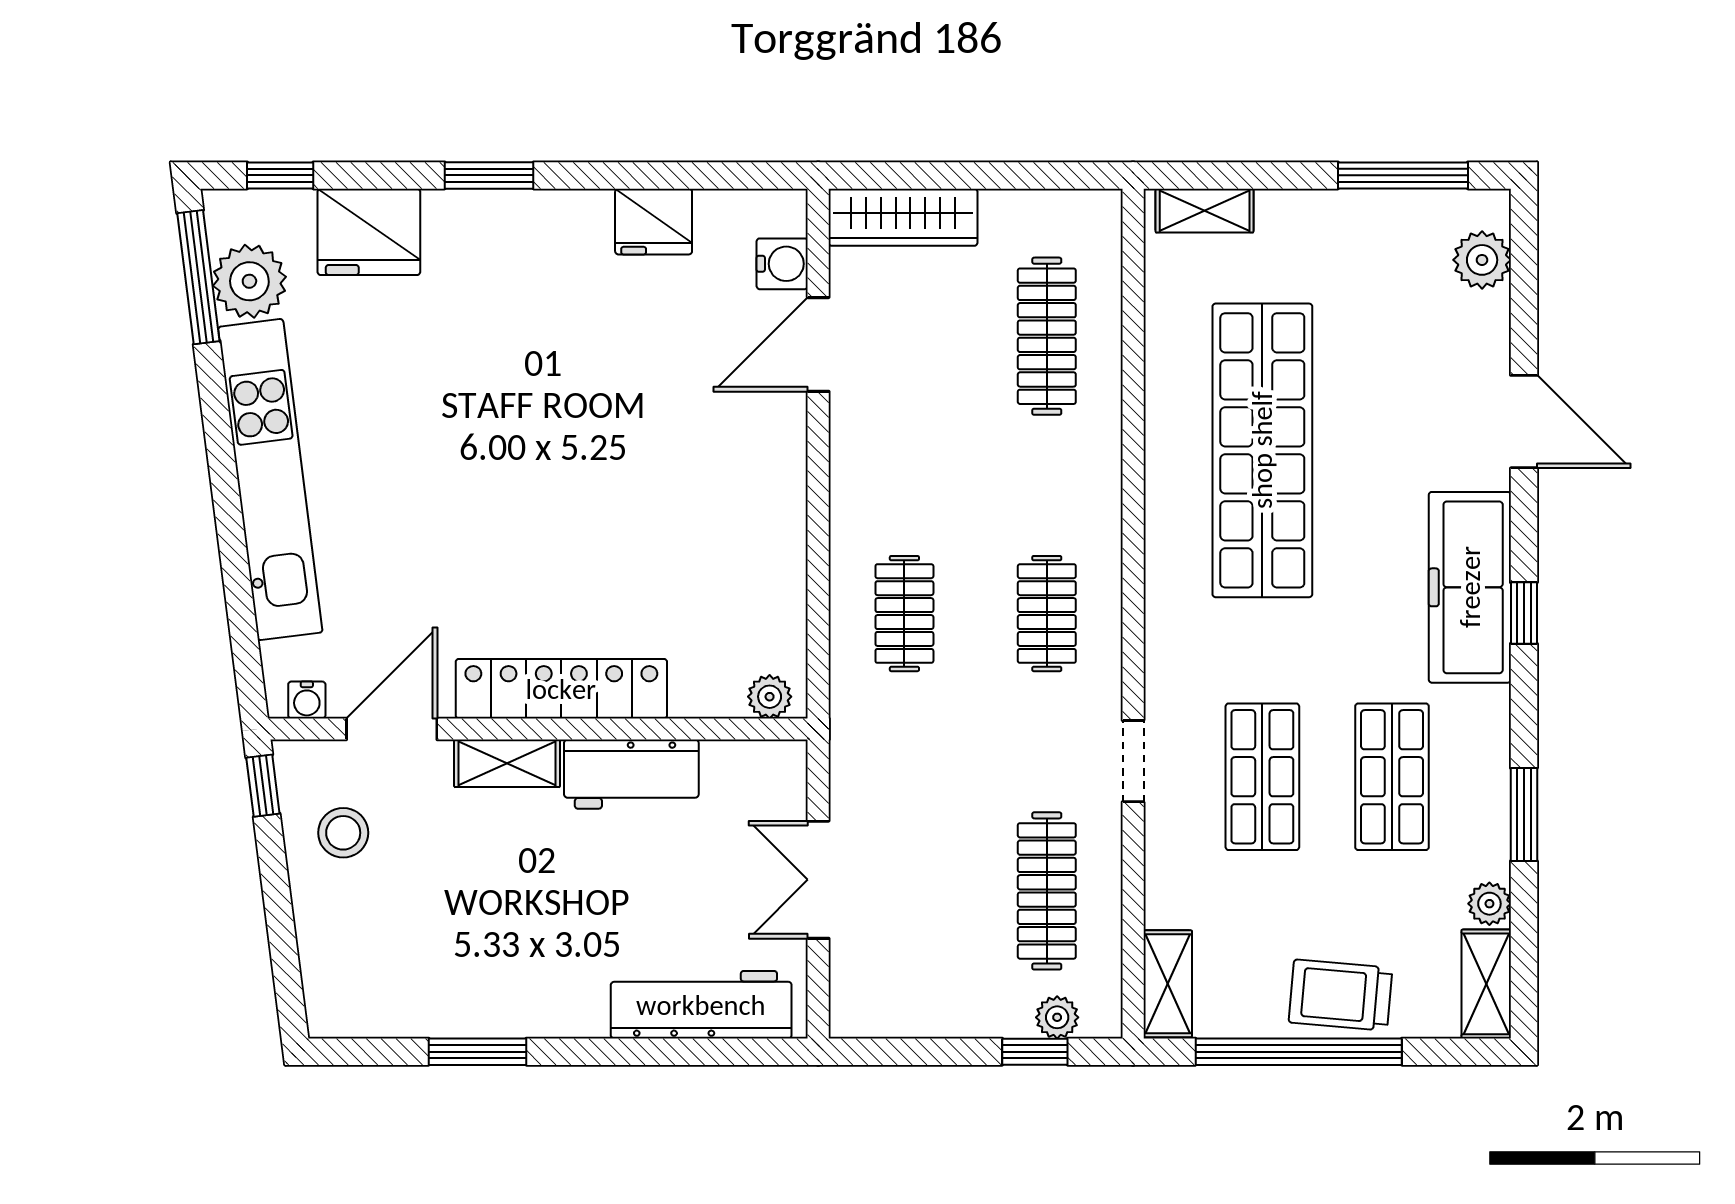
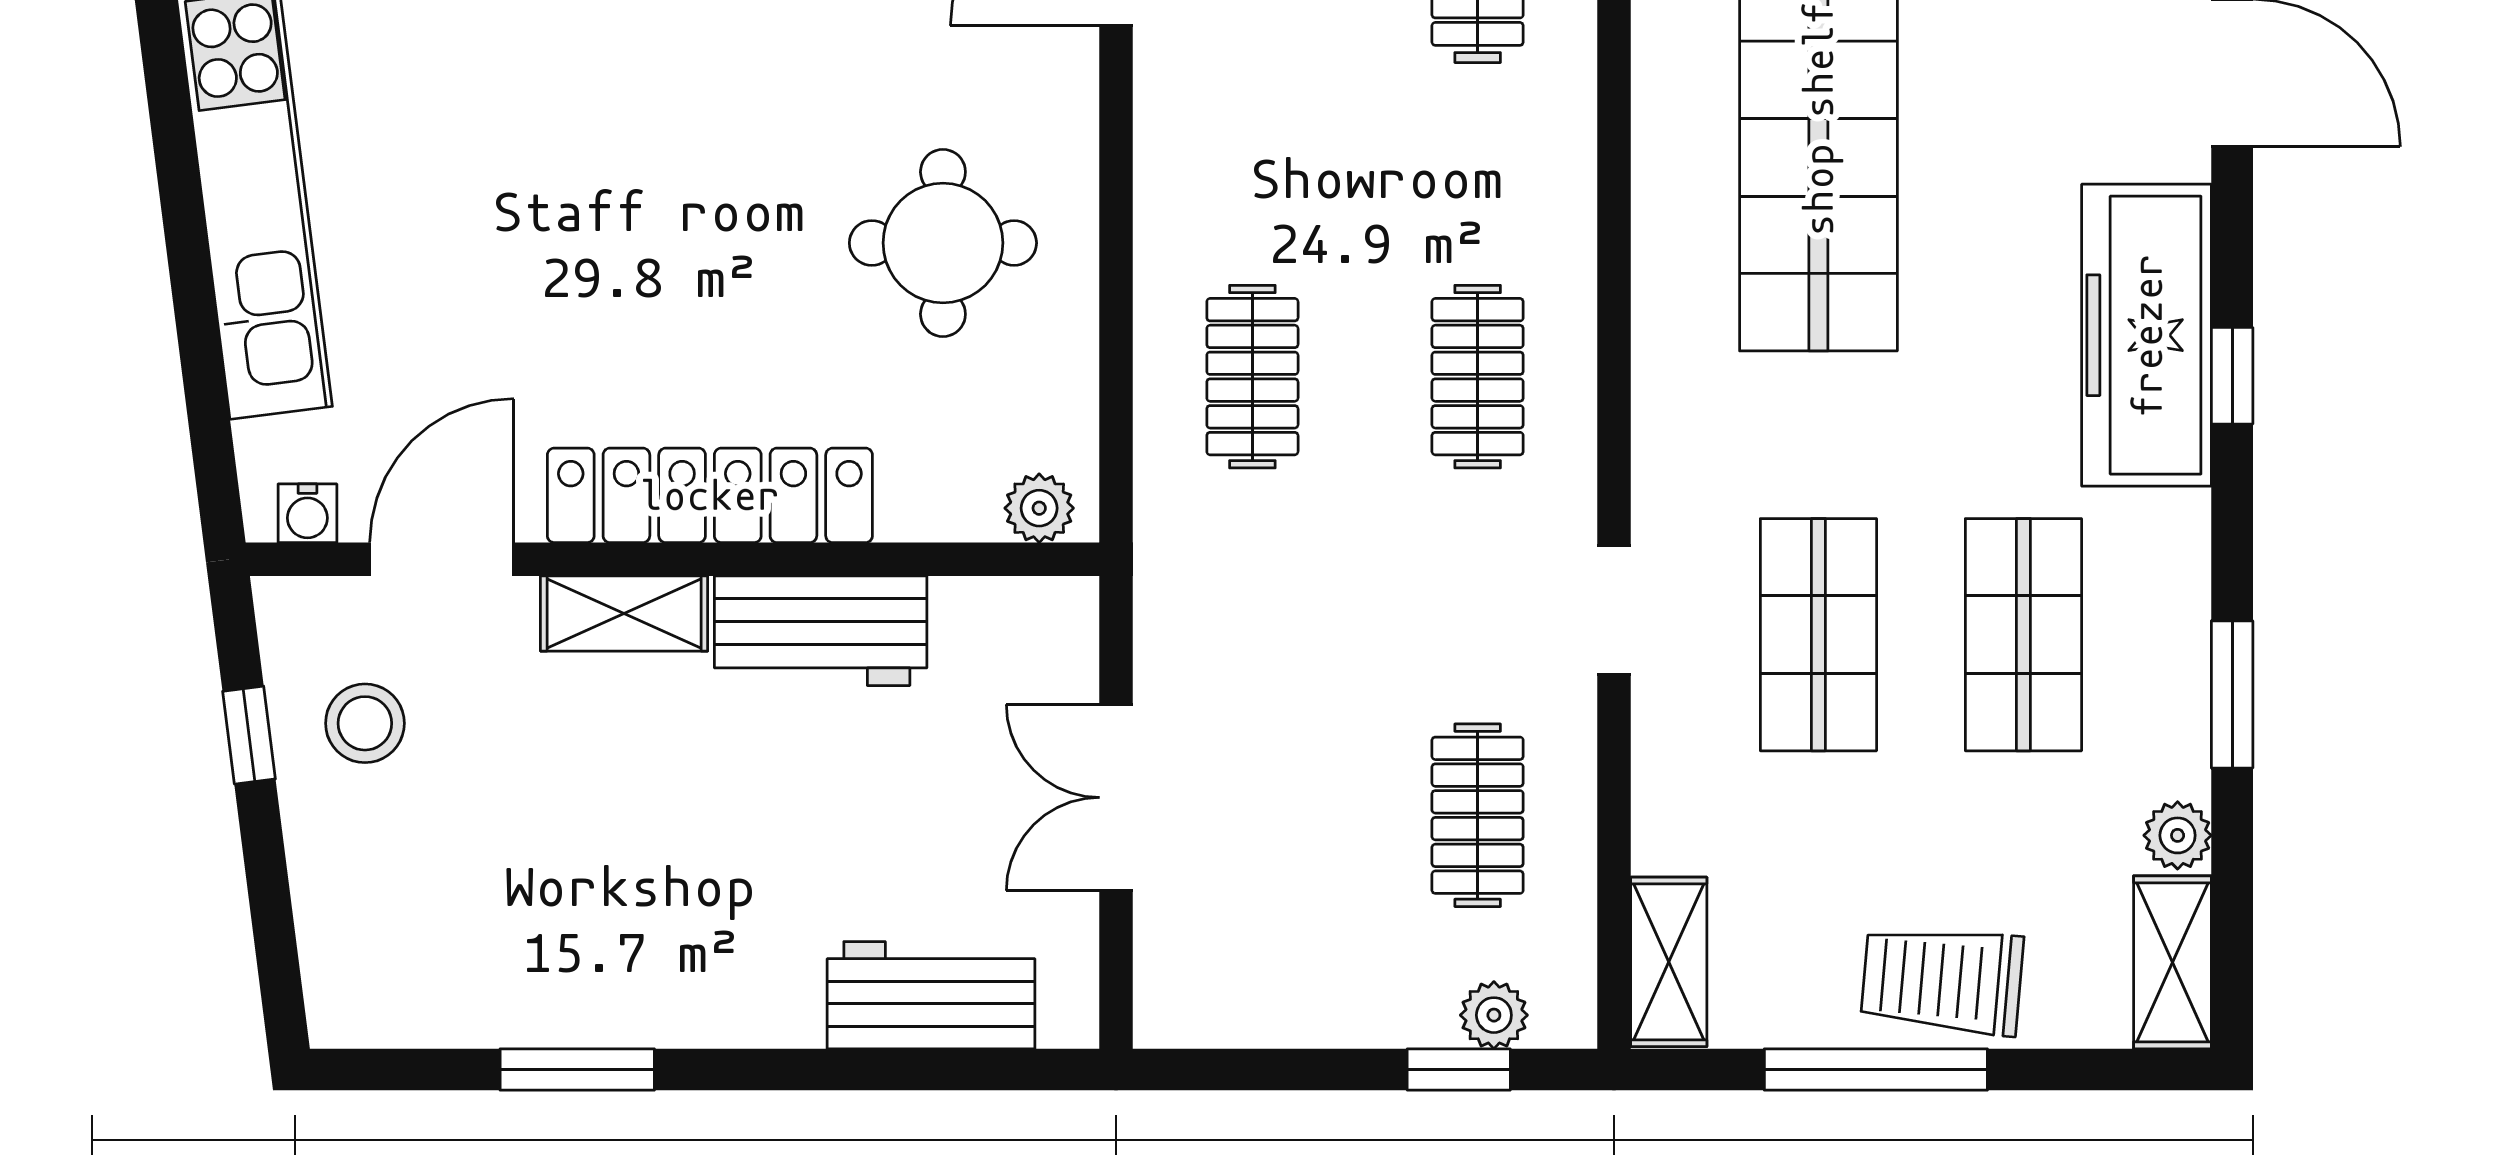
round table: (709, 529) -> (943, 243), added
window: (263, 786) -> (249, 735), moved
clothes rail: (1047, 891) -> (1478, 815), width x0.73
workbench: (701, 1005) -> (931, 995), width x0.73
window: (1299, 1052) -> (1876, 1070), width x0.68

